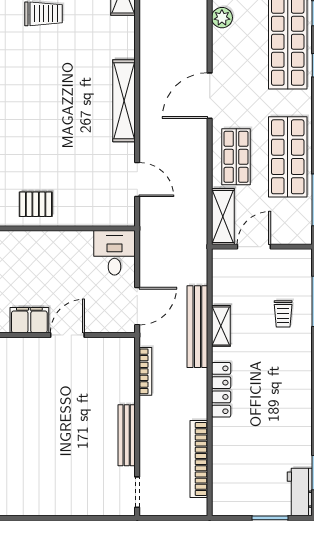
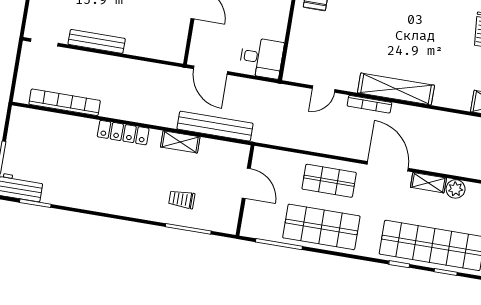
door: (137, 180) -> (324, 89), width x0.73
shelving: (223, 216) -> (428, 183), moved, width x0.67, depth x0.75
bench: (197, 327) -> (215, 126), moved
bookcase: (145, 371) -> (369, 104), moved

